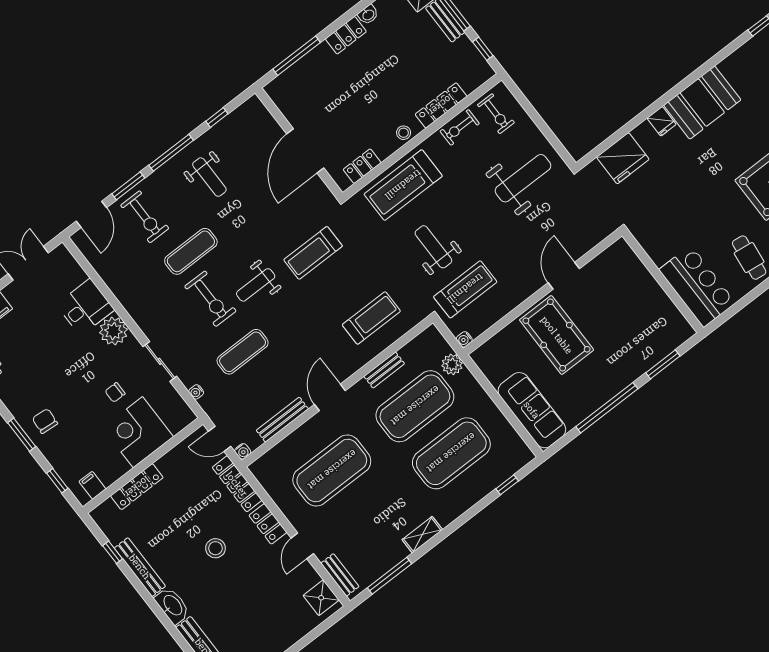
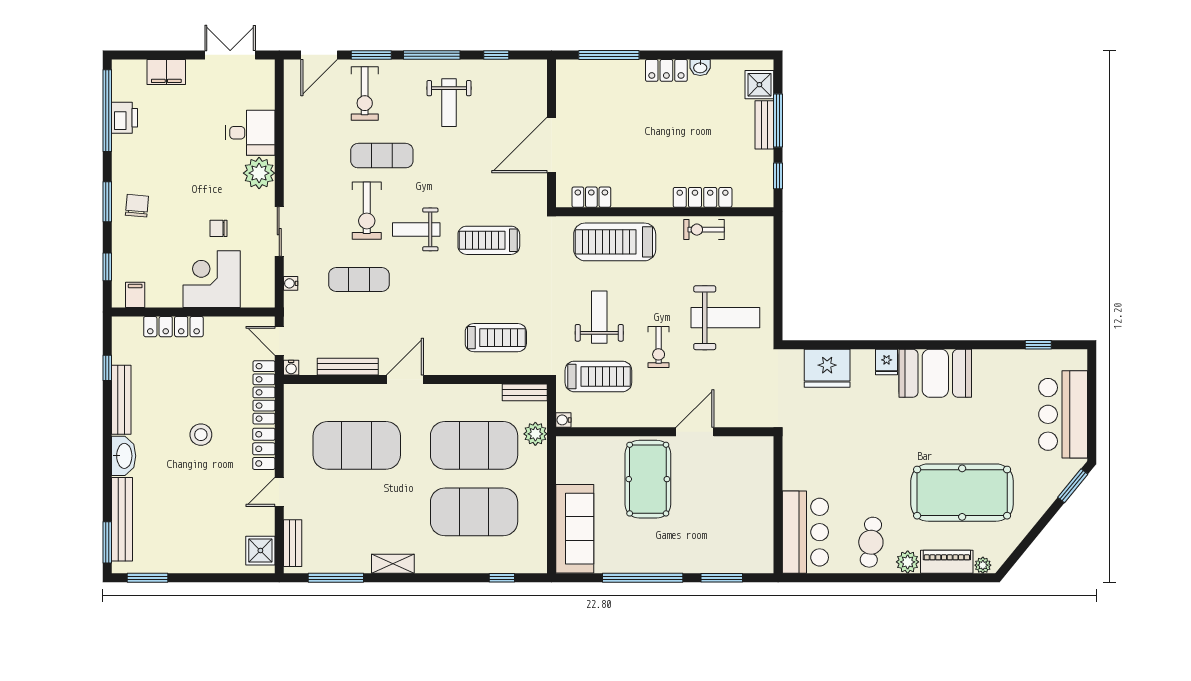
exercise bike: (496, 114) -> (659, 347), moved
stool: (404, 133) -> (651, 196), removed
bench: (384, 370) -> (525, 392), moved

